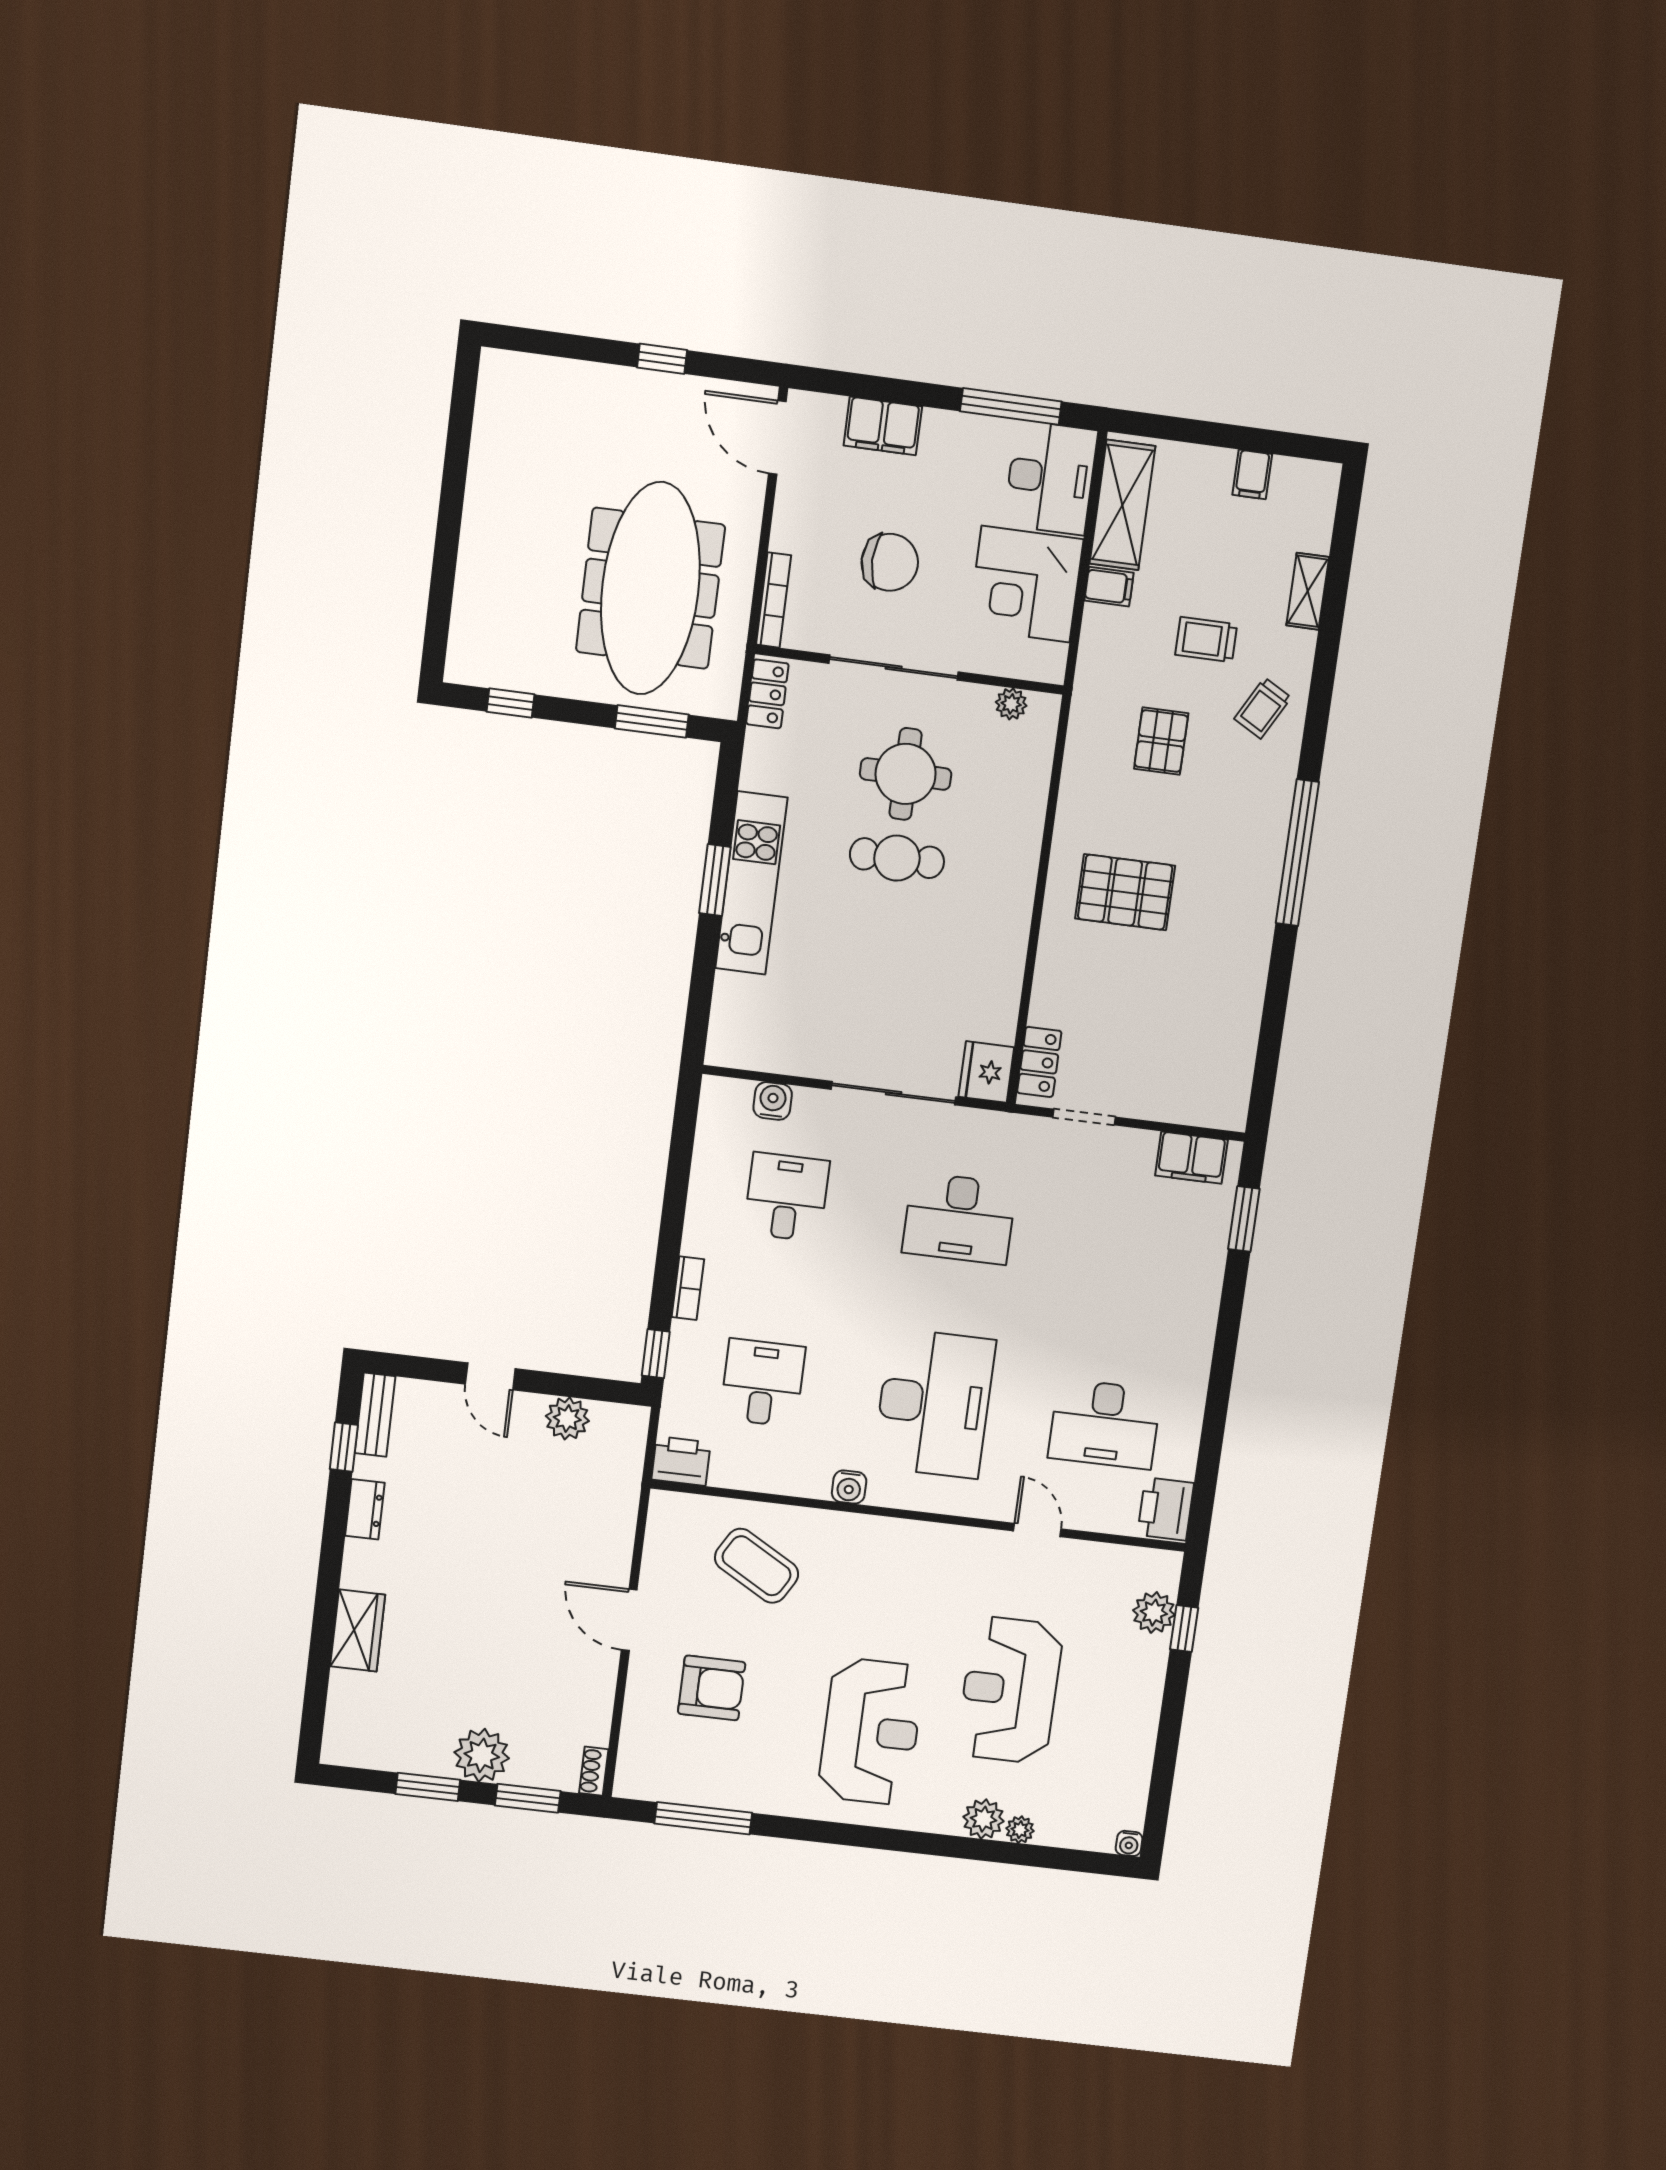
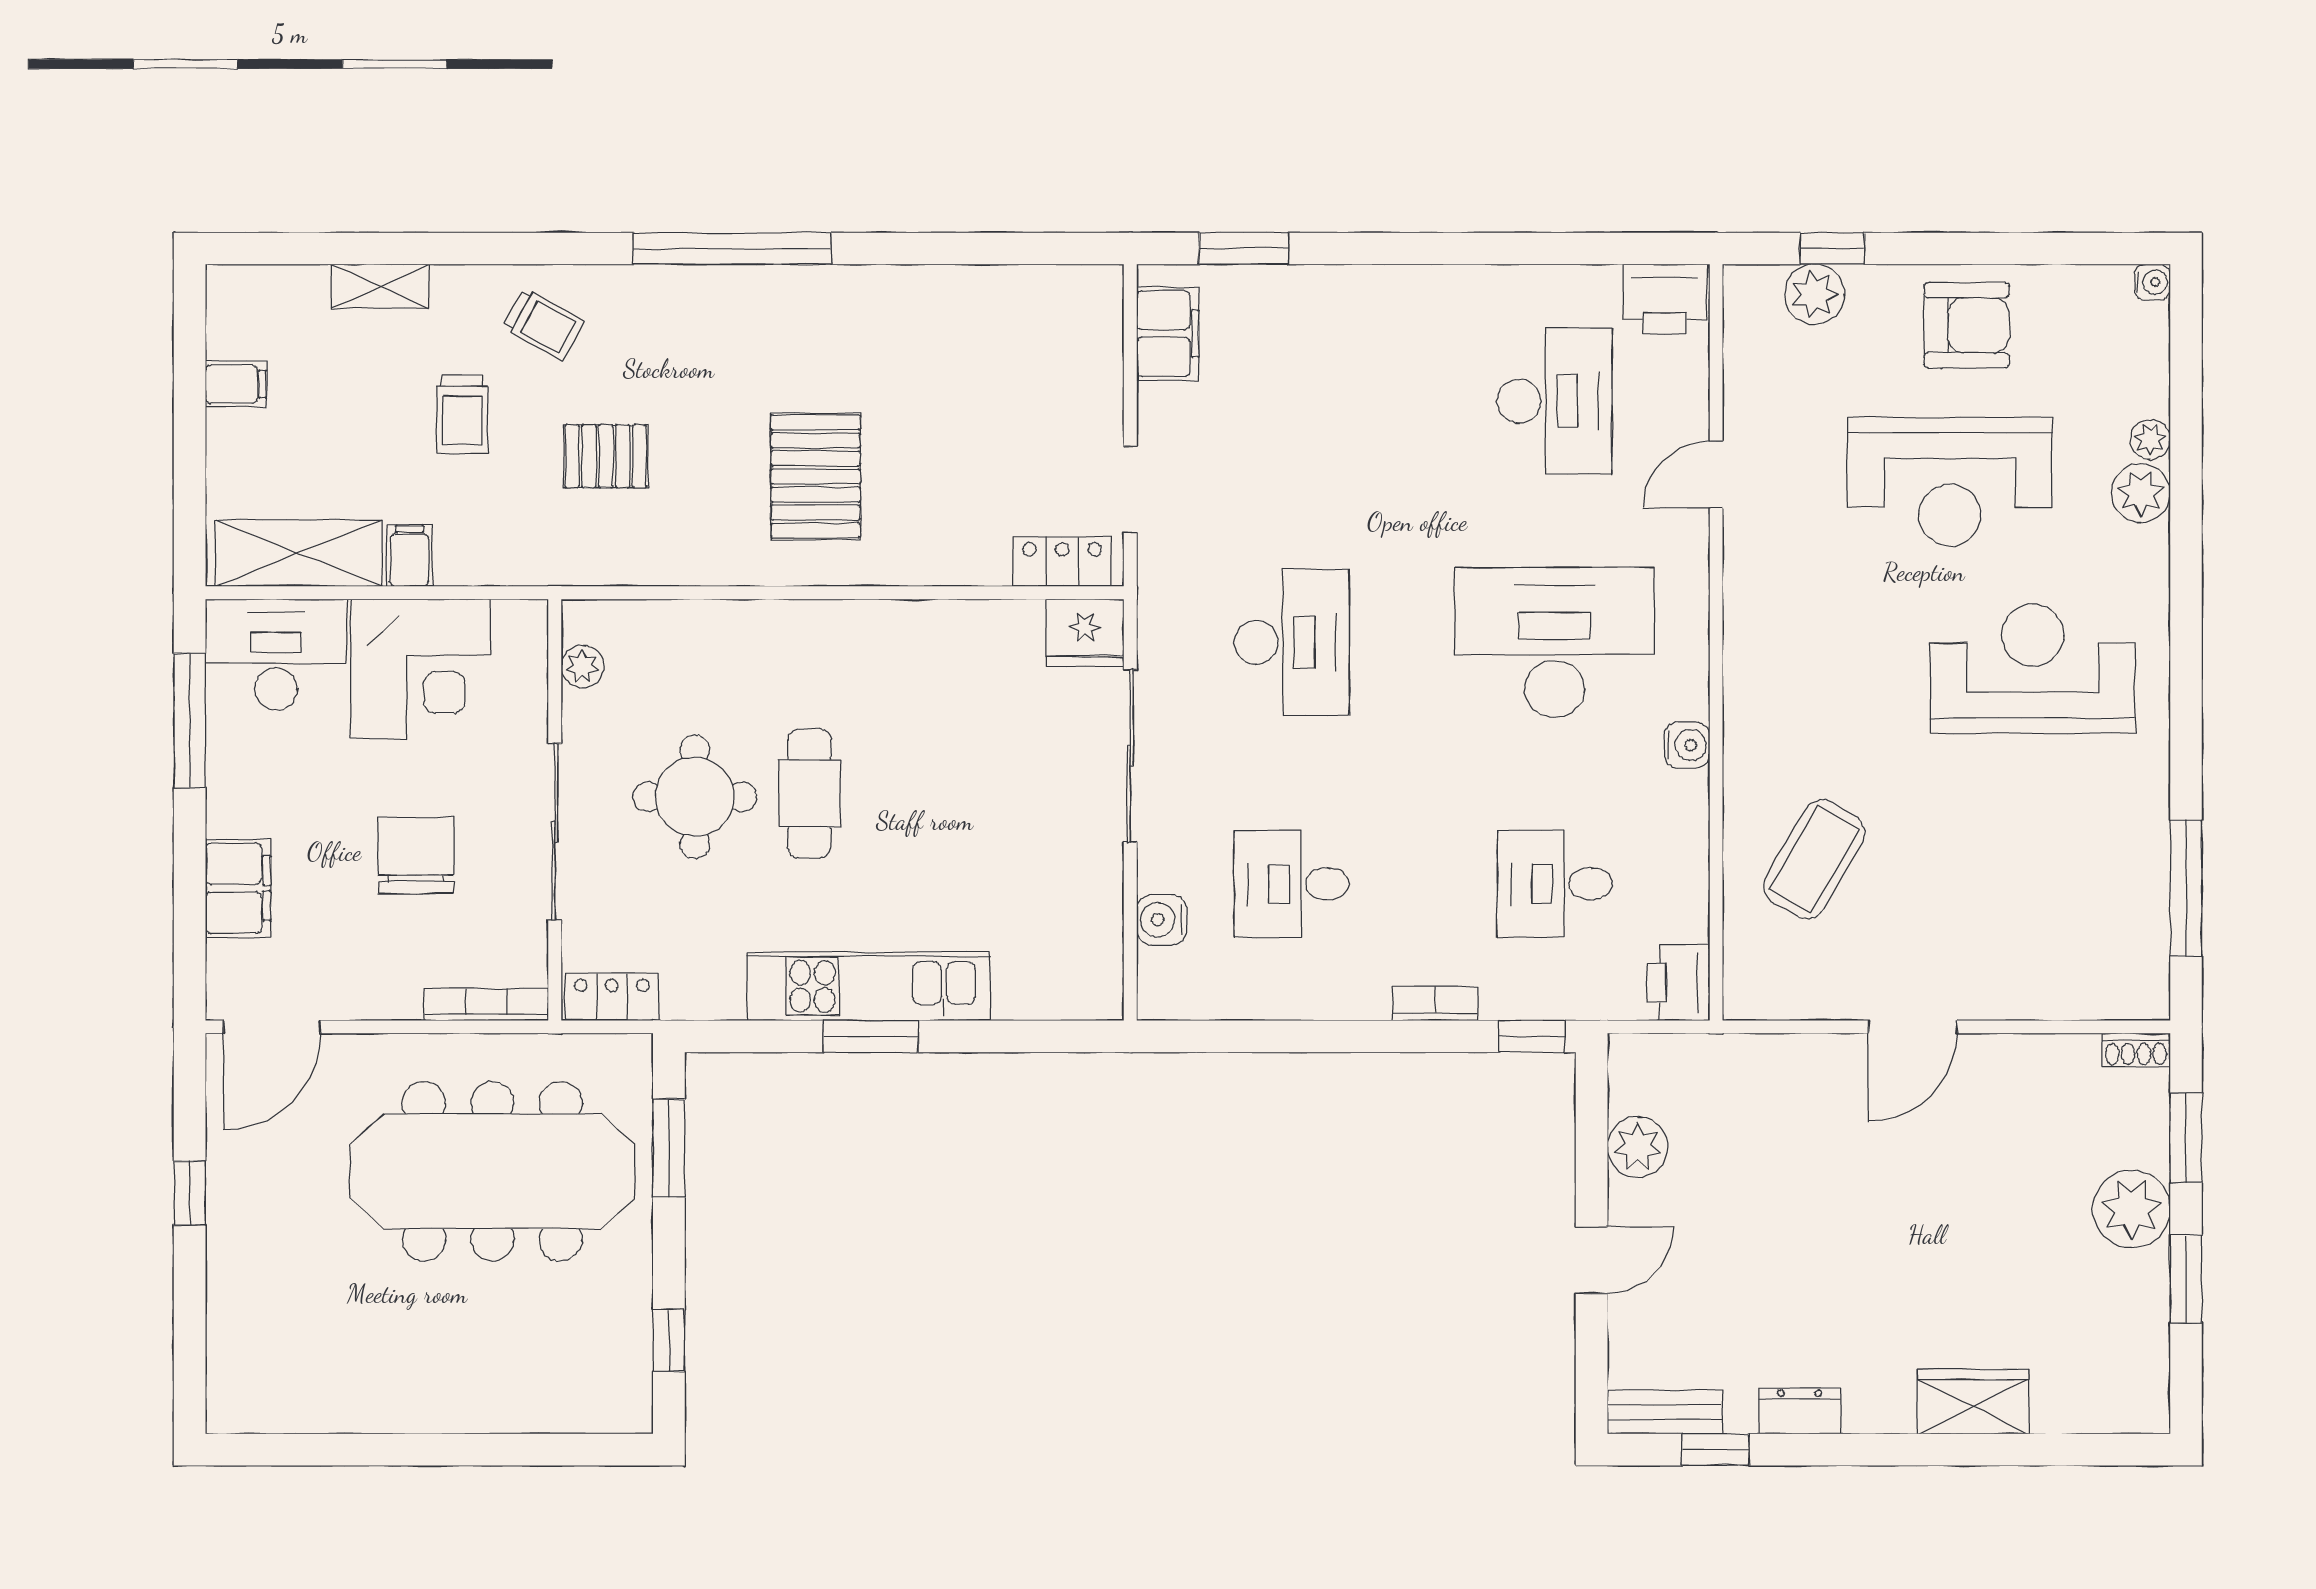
armchair: (712, 1688) -> (1967, 325), moved, turned 90

